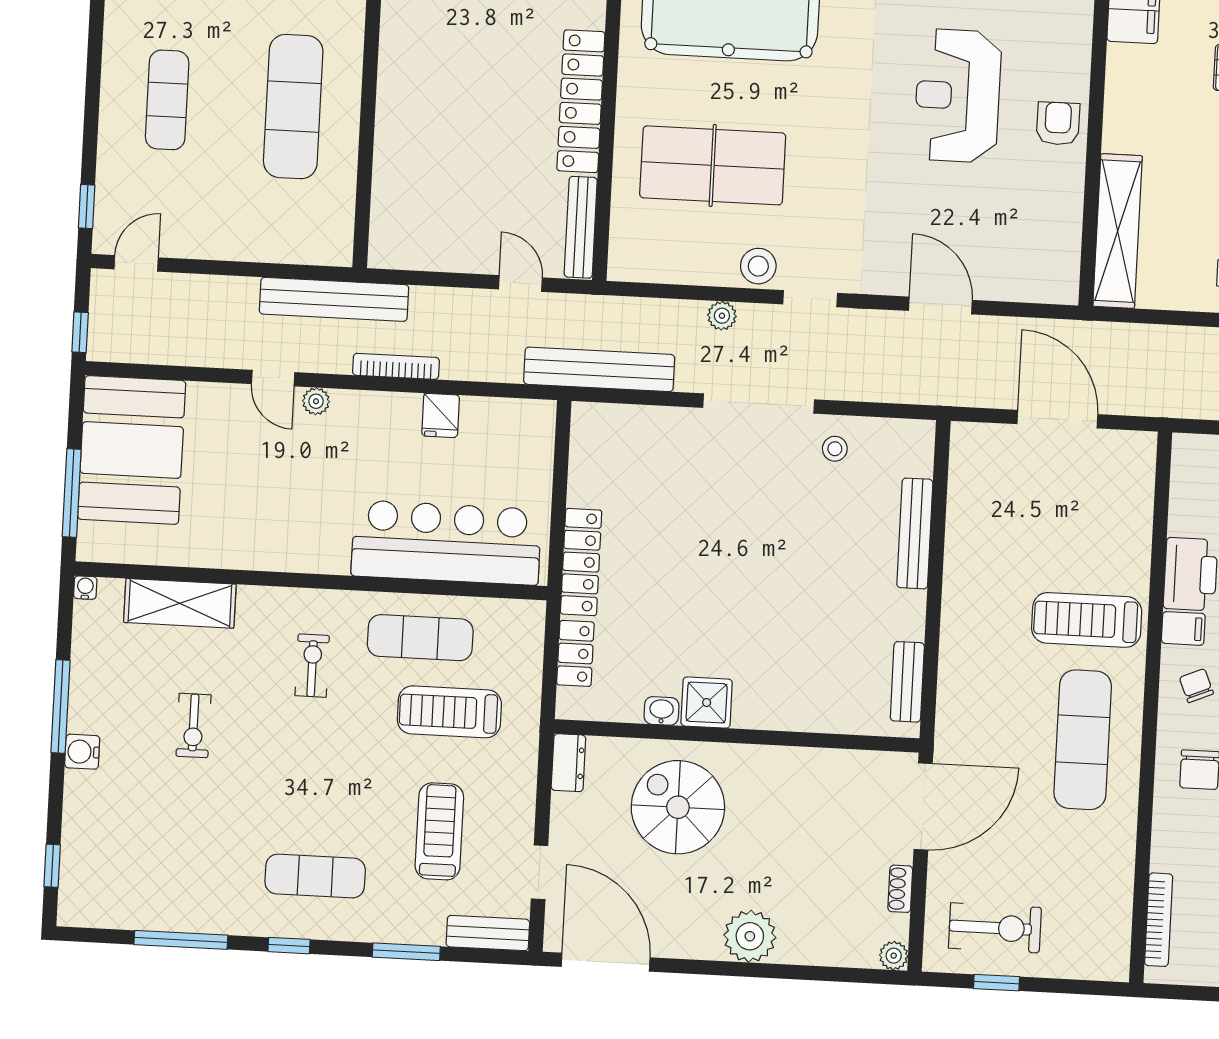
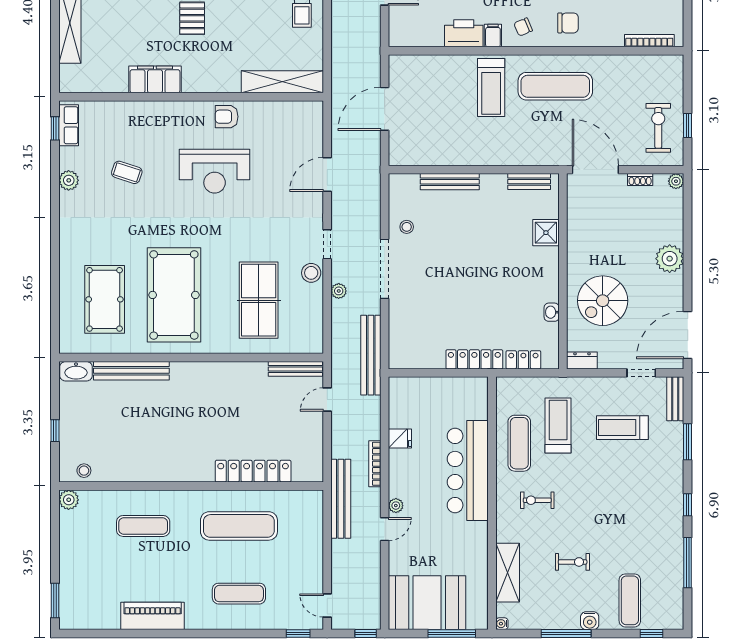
locker: (581, 101) -> (253, 471), moved, turned 180
bar counter: (446, 543) -> (468, 471), moved
shower: (707, 703) -> (546, 233), moved
treadmill: (449, 712) -> (558, 426), turned 180
exercise mat: (315, 876) -> (630, 600), moved

